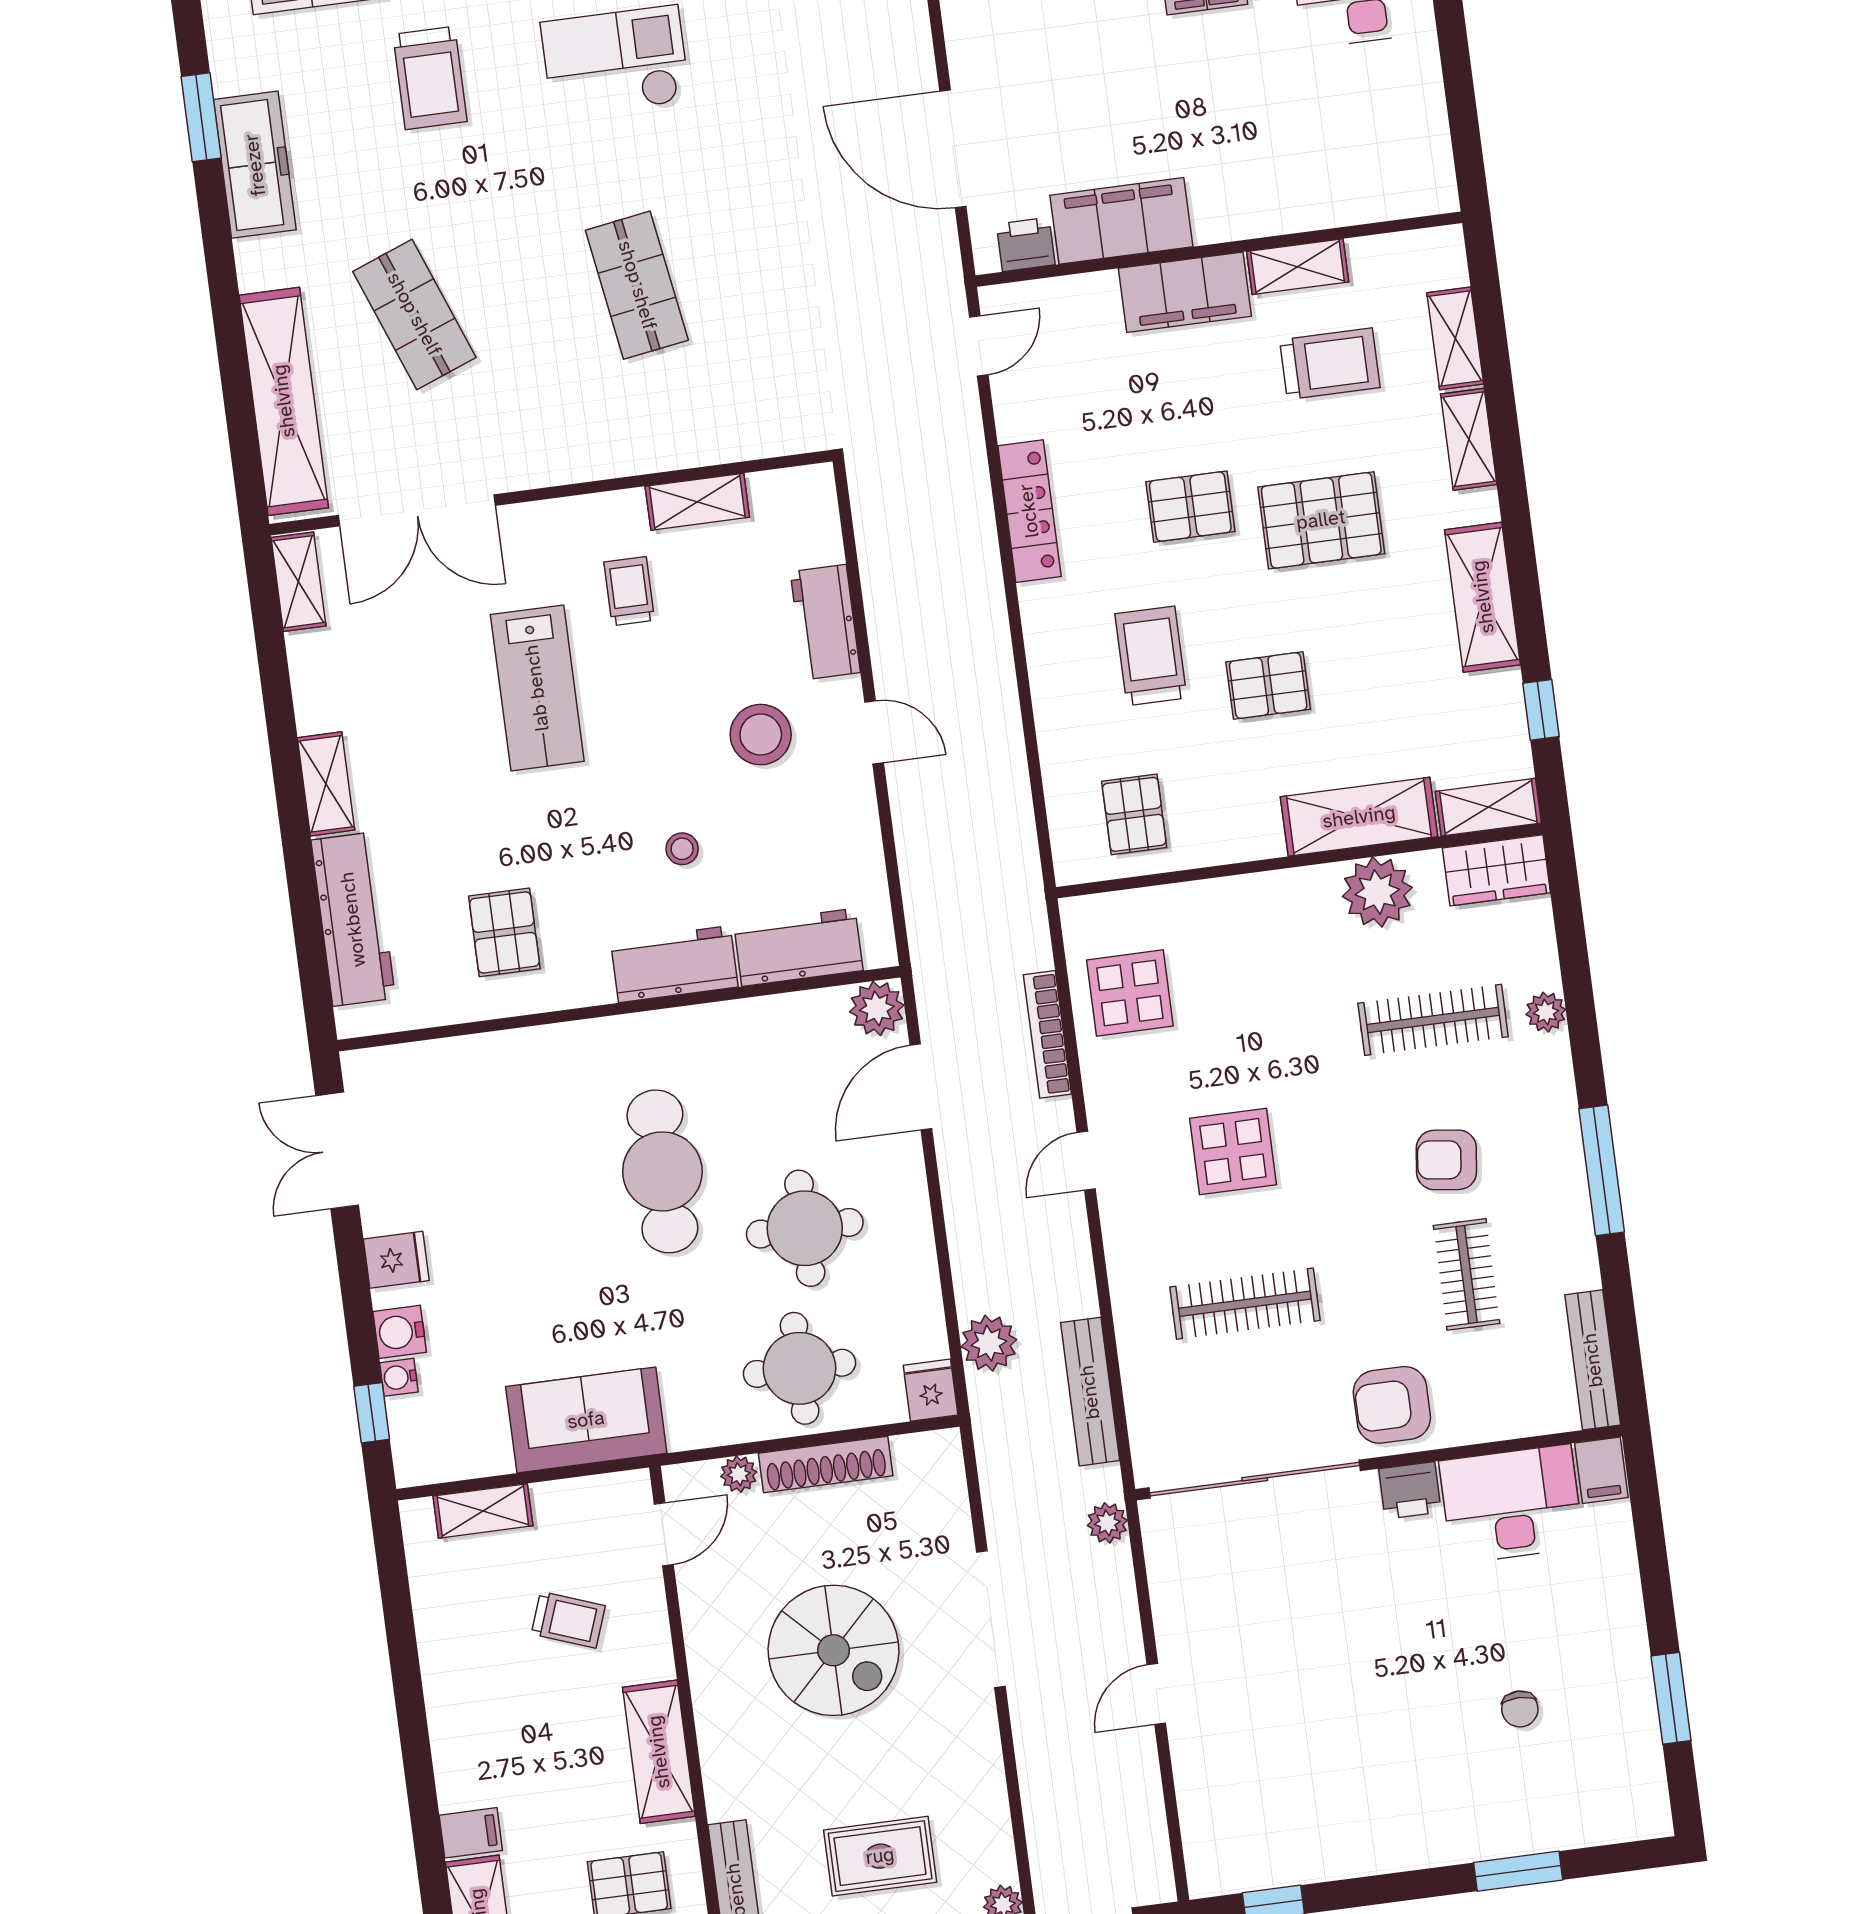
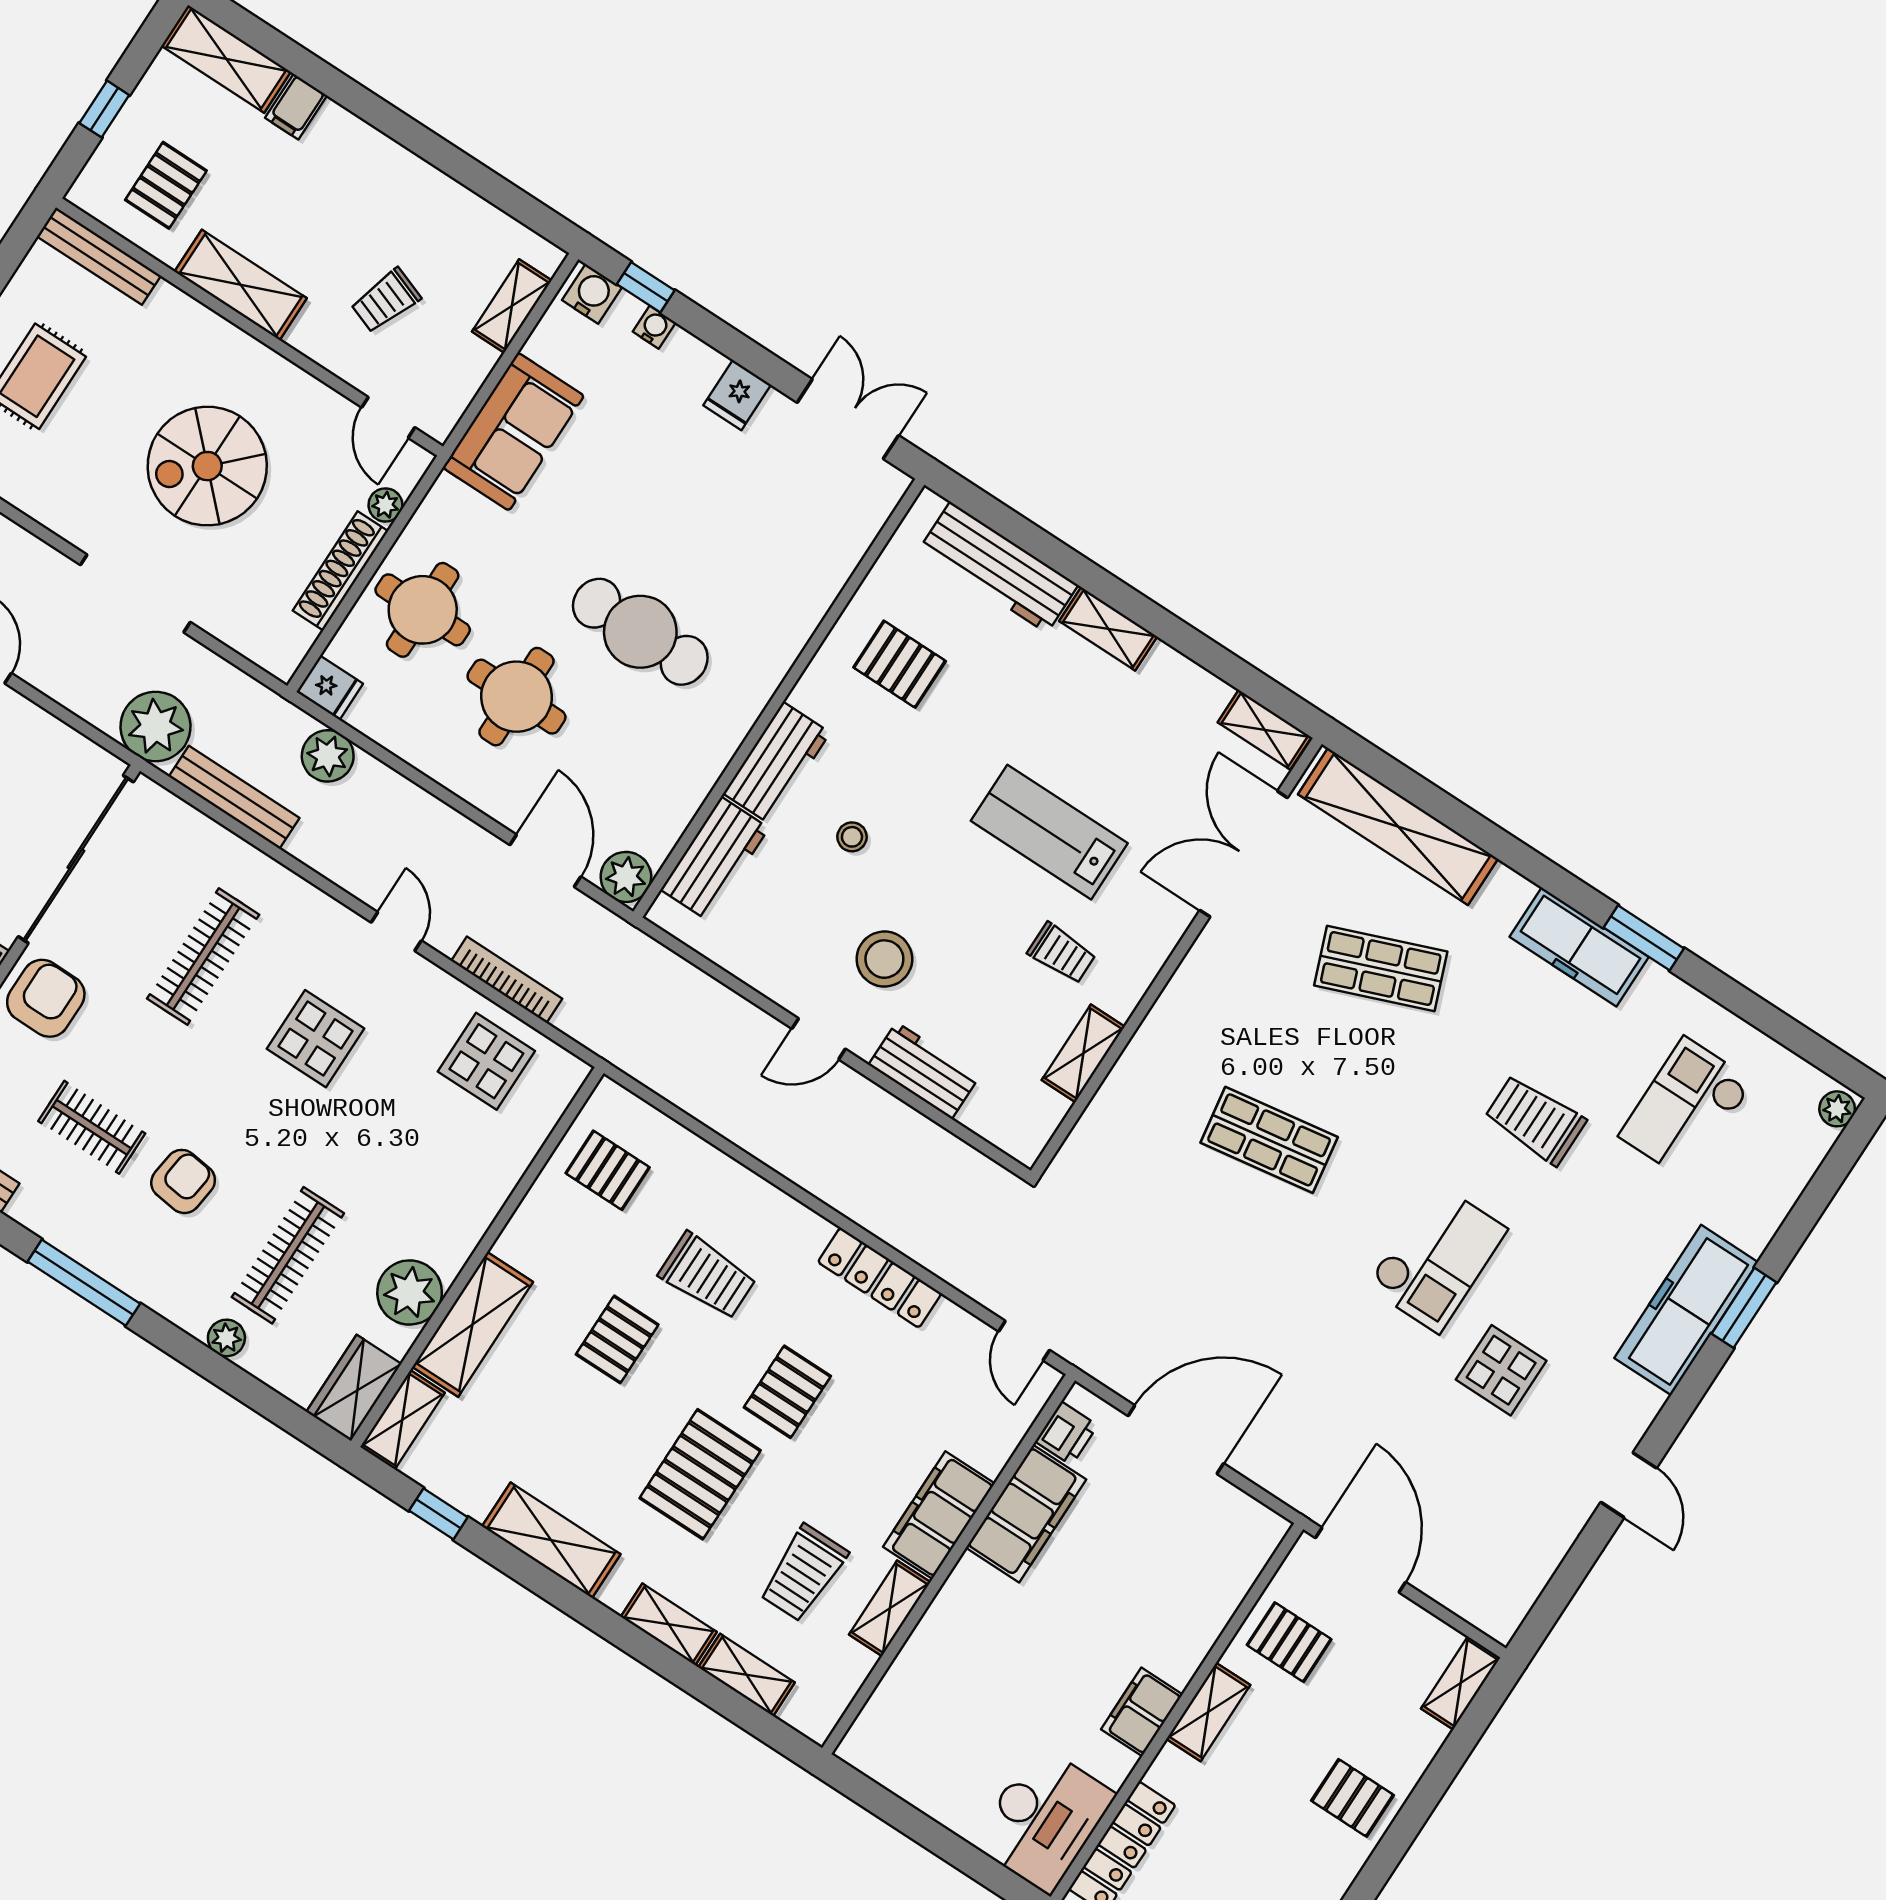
water cooler: (400, 1332) -> (592, 294), moved
plant: (1107, 1523) -> (156, 726), width x1.88, depth x1.88

